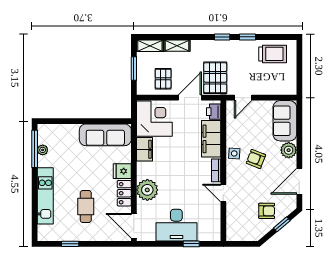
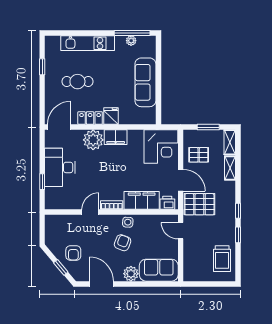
sofa: (105, 135) -> (145, 82), moved
filing cabinet: (144, 149) -> (116, 137), moved

